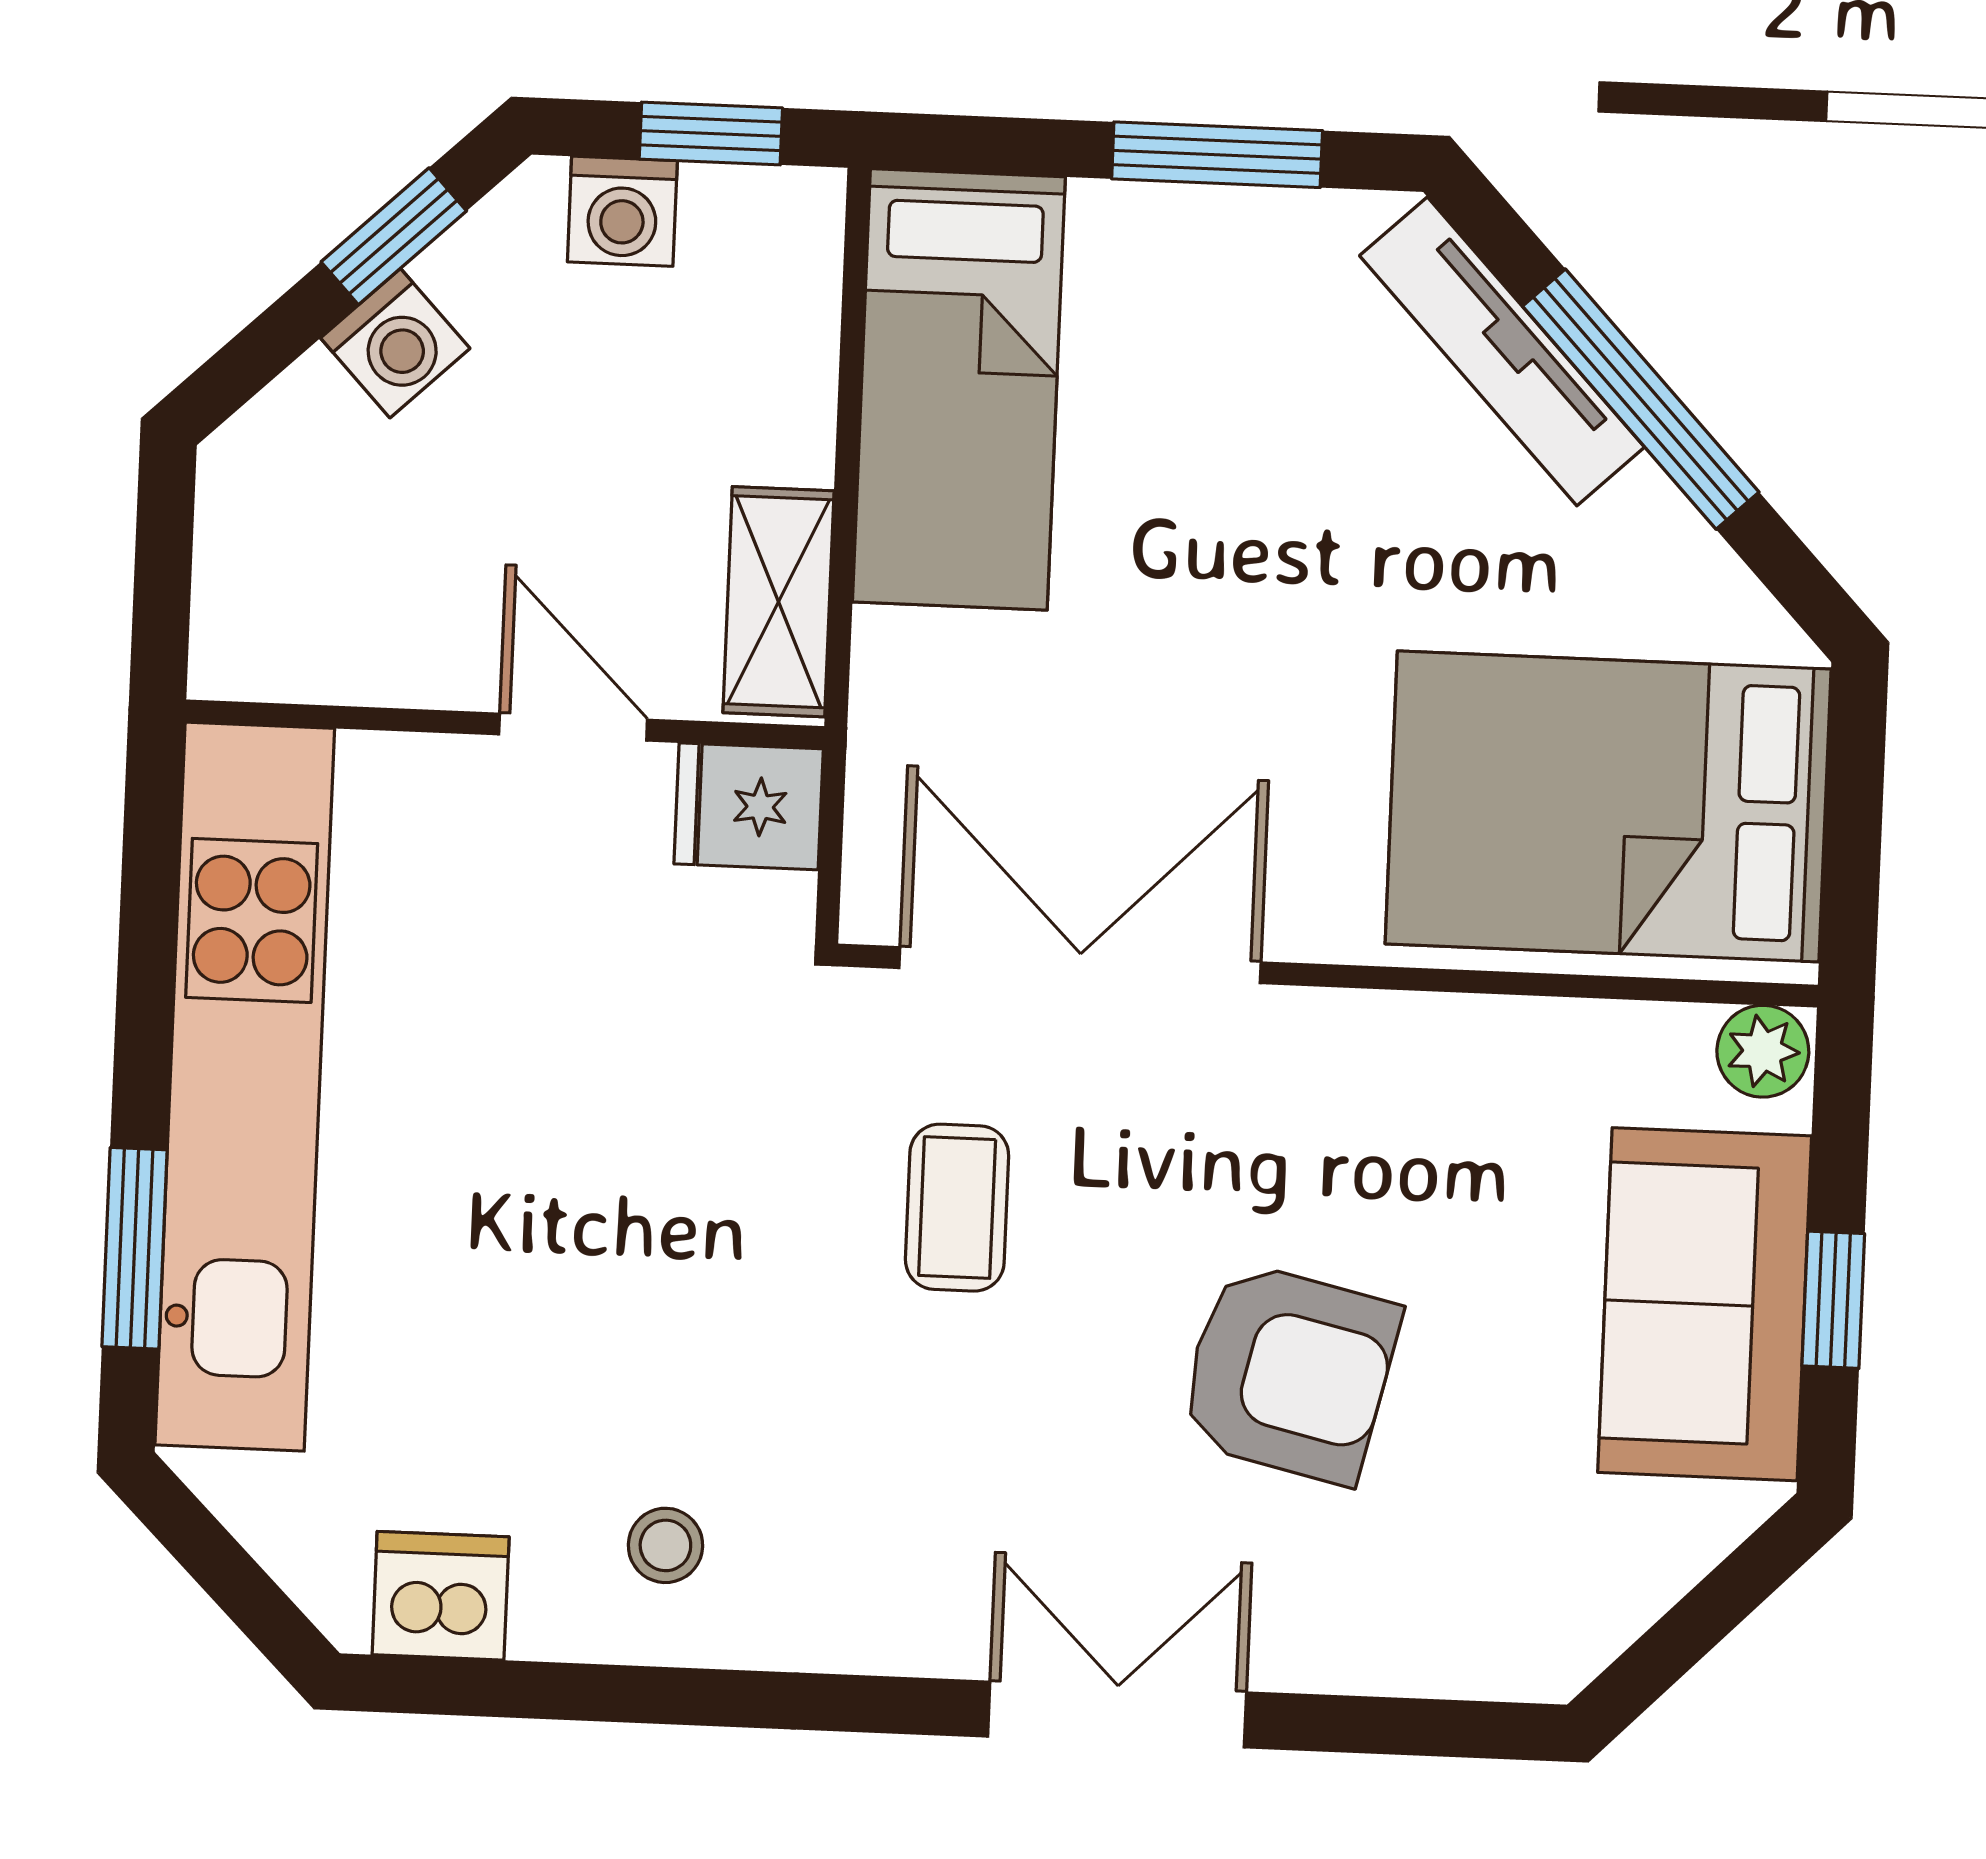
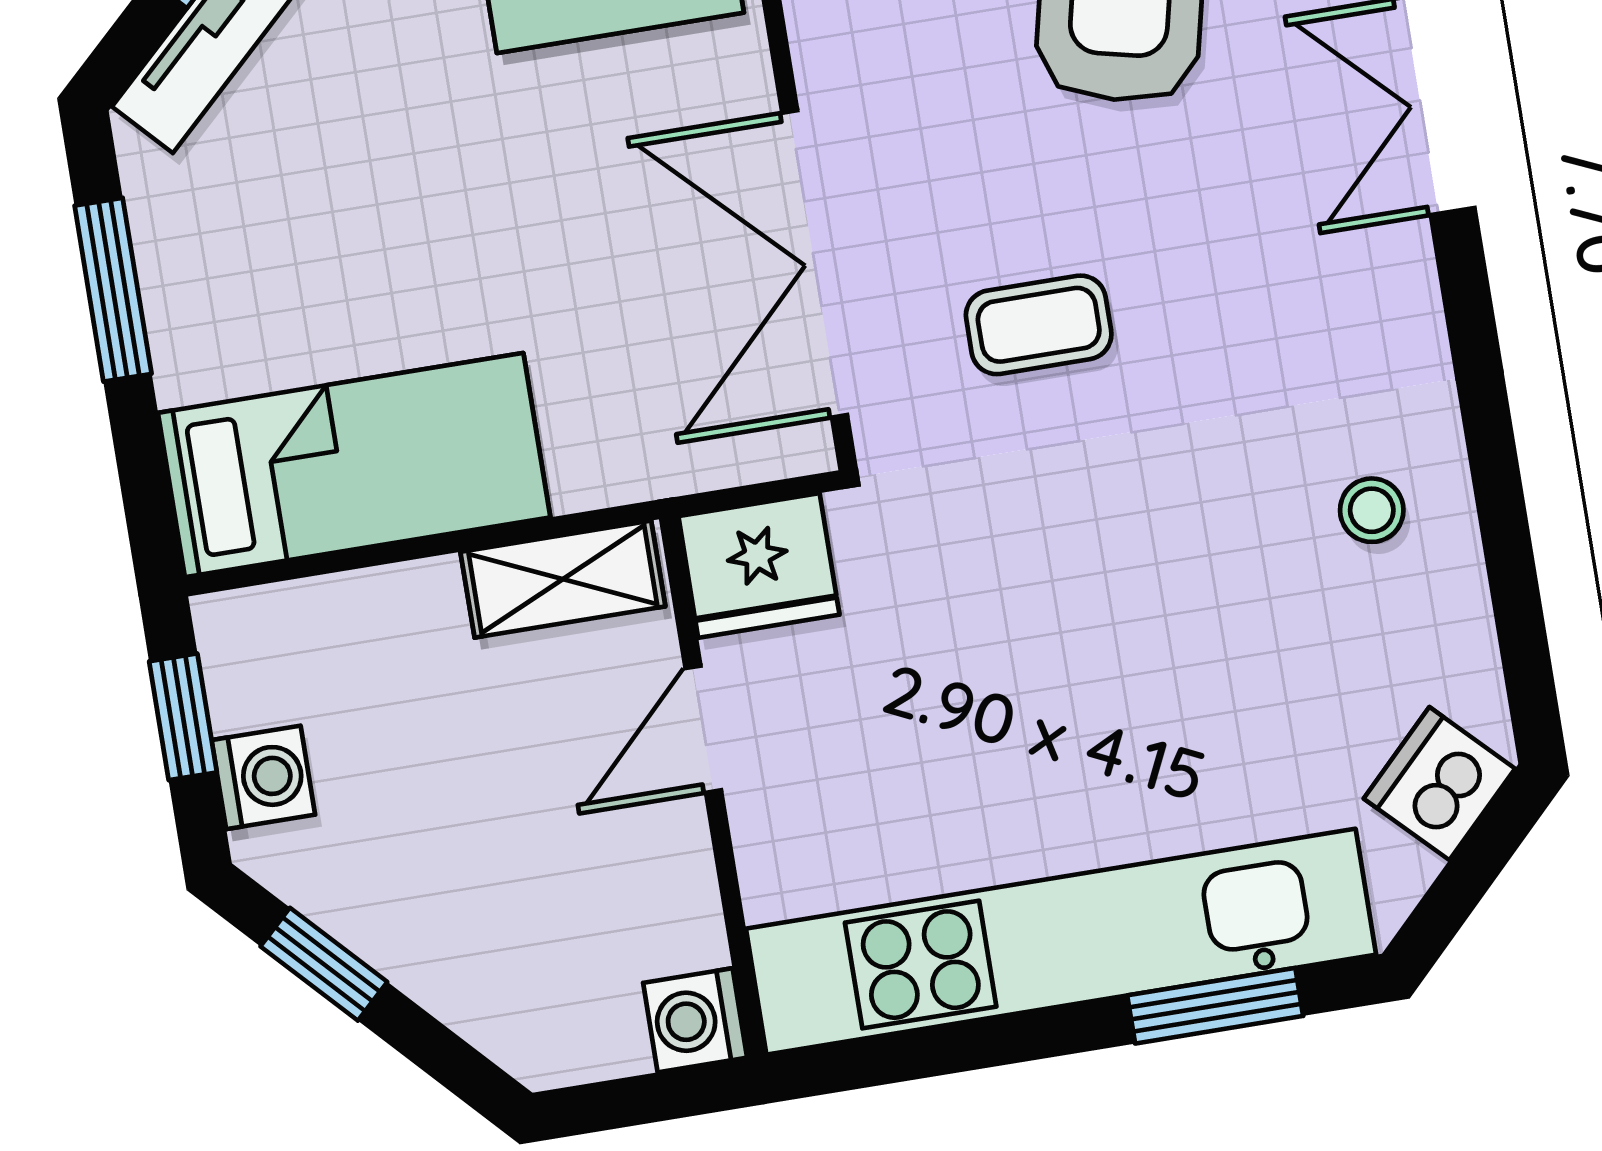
washing machine: (395, 343) -> (695, 1020), moved, turned -137
fridge: (749, 806) -> (759, 565), width x1.38
dishwasher: (441, 1596) -> (1439, 784), moved, turned 45

